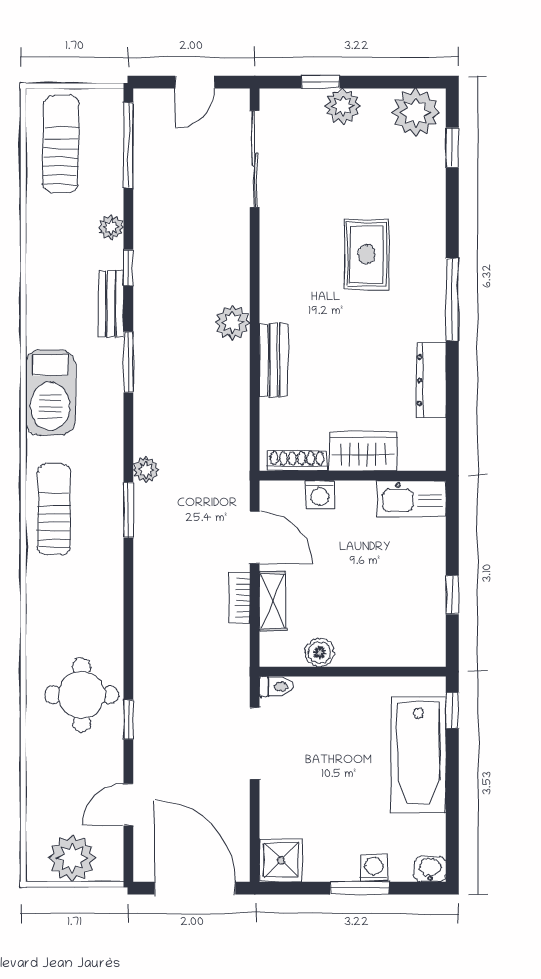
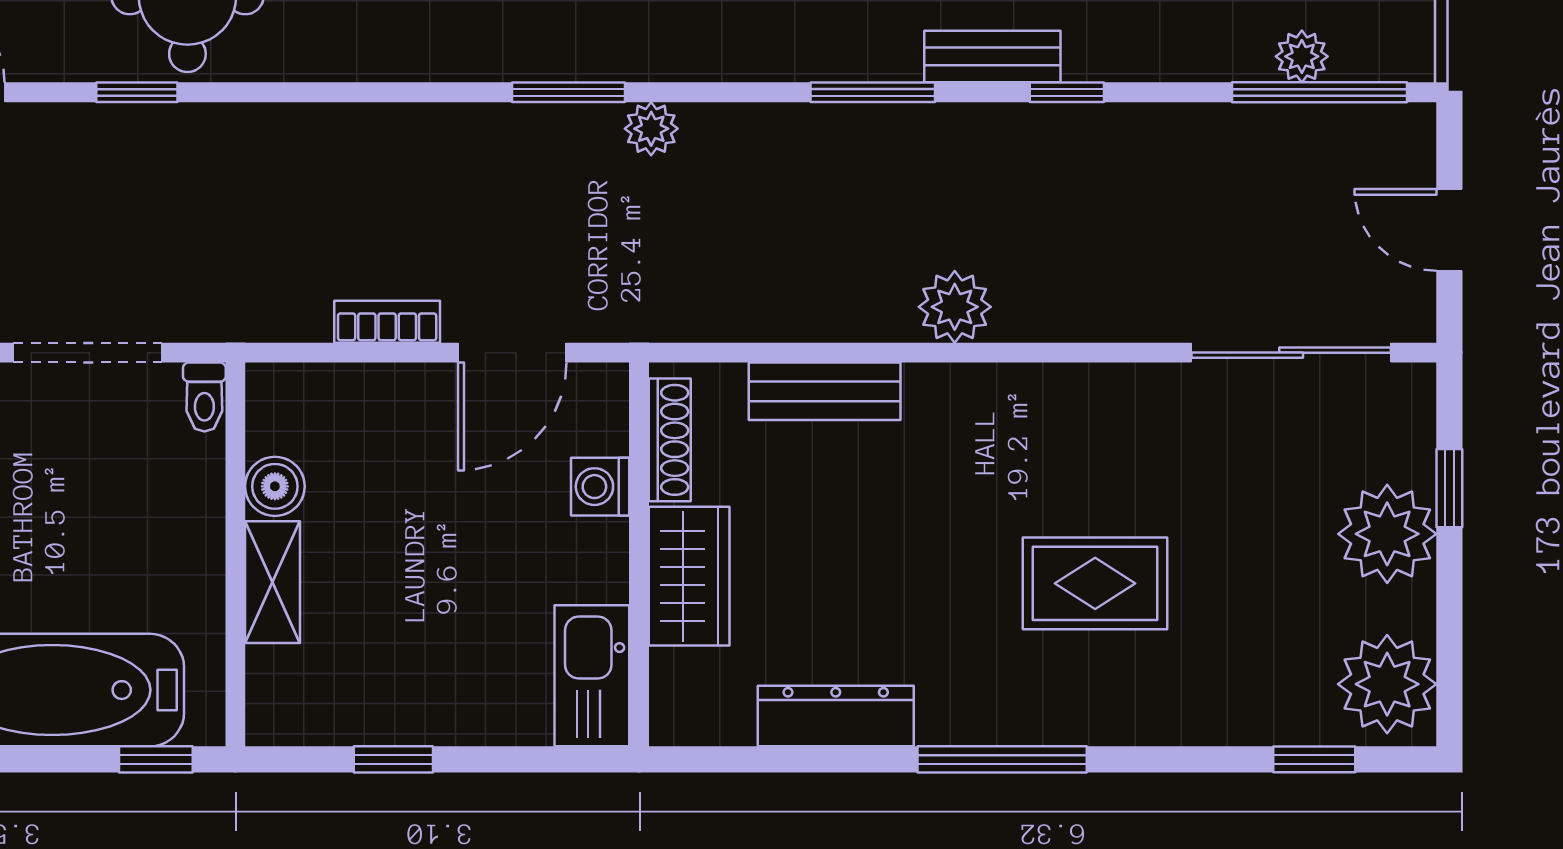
plant: (343, 106) -> (1387, 534), width x1.36, depth x1.36
plant: (111, 227) -> (1302, 56), moved
bench: (273, 360) -> (825, 391), moved
shelving: (273, 601) -> (273, 582), moved, turned 90

